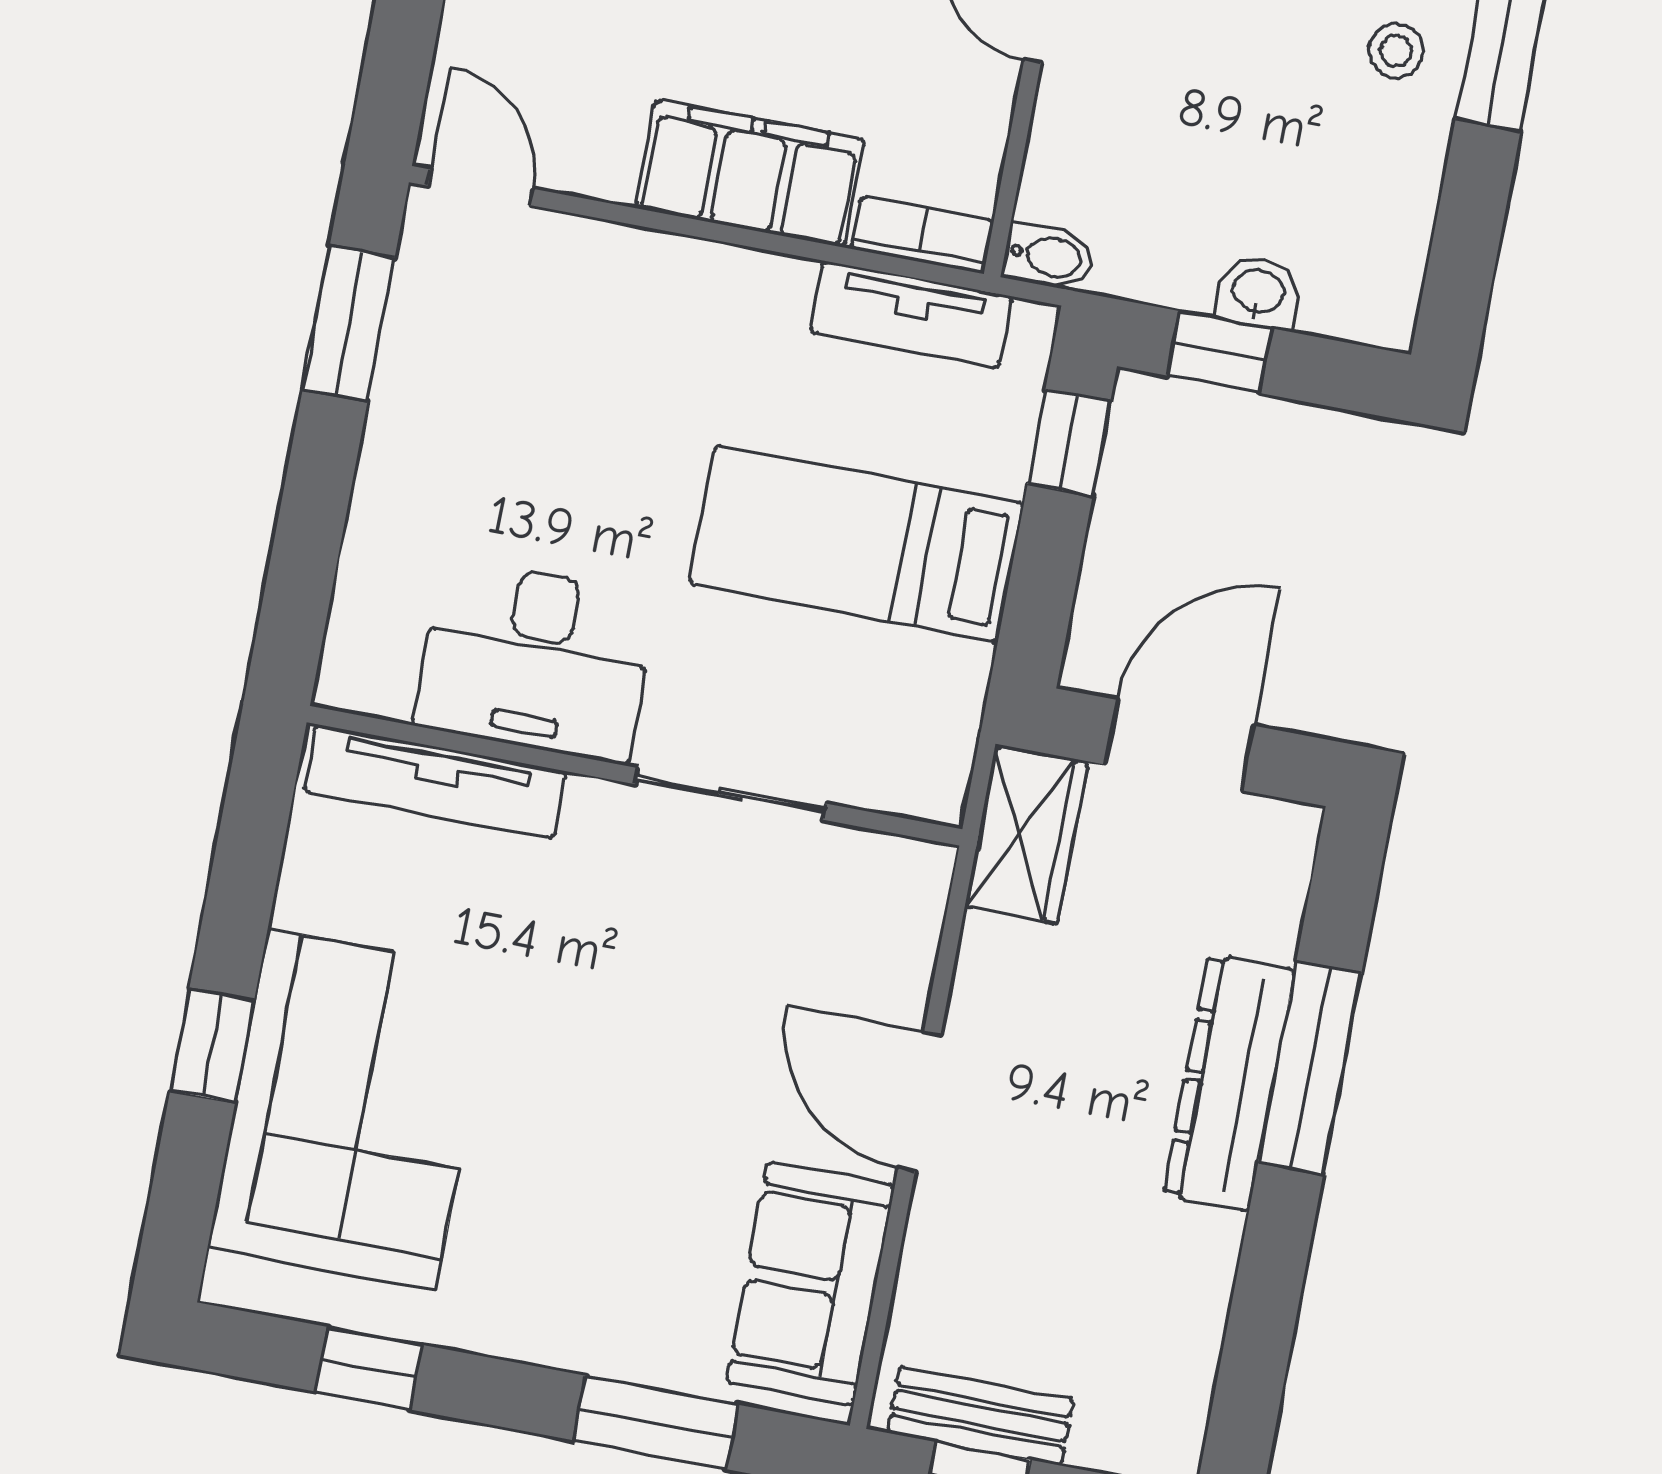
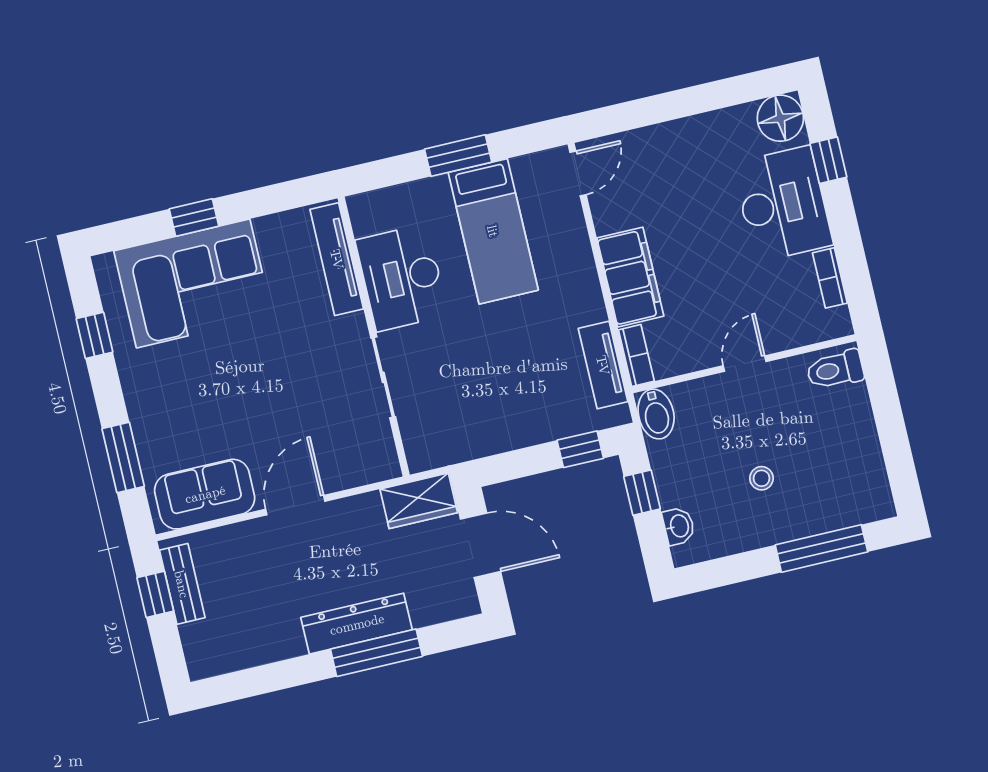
stool: (1396, 51) -> (762, 478), moved
bidet: (1048, 256) -> (656, 414), width x1.38, depth x1.36
washbasin: (1258, 293) -> (679, 526), moved
window: (349, 324) -> (458, 156), moved
bed: (856, 543) -> (493, 231), moved, turned 180

